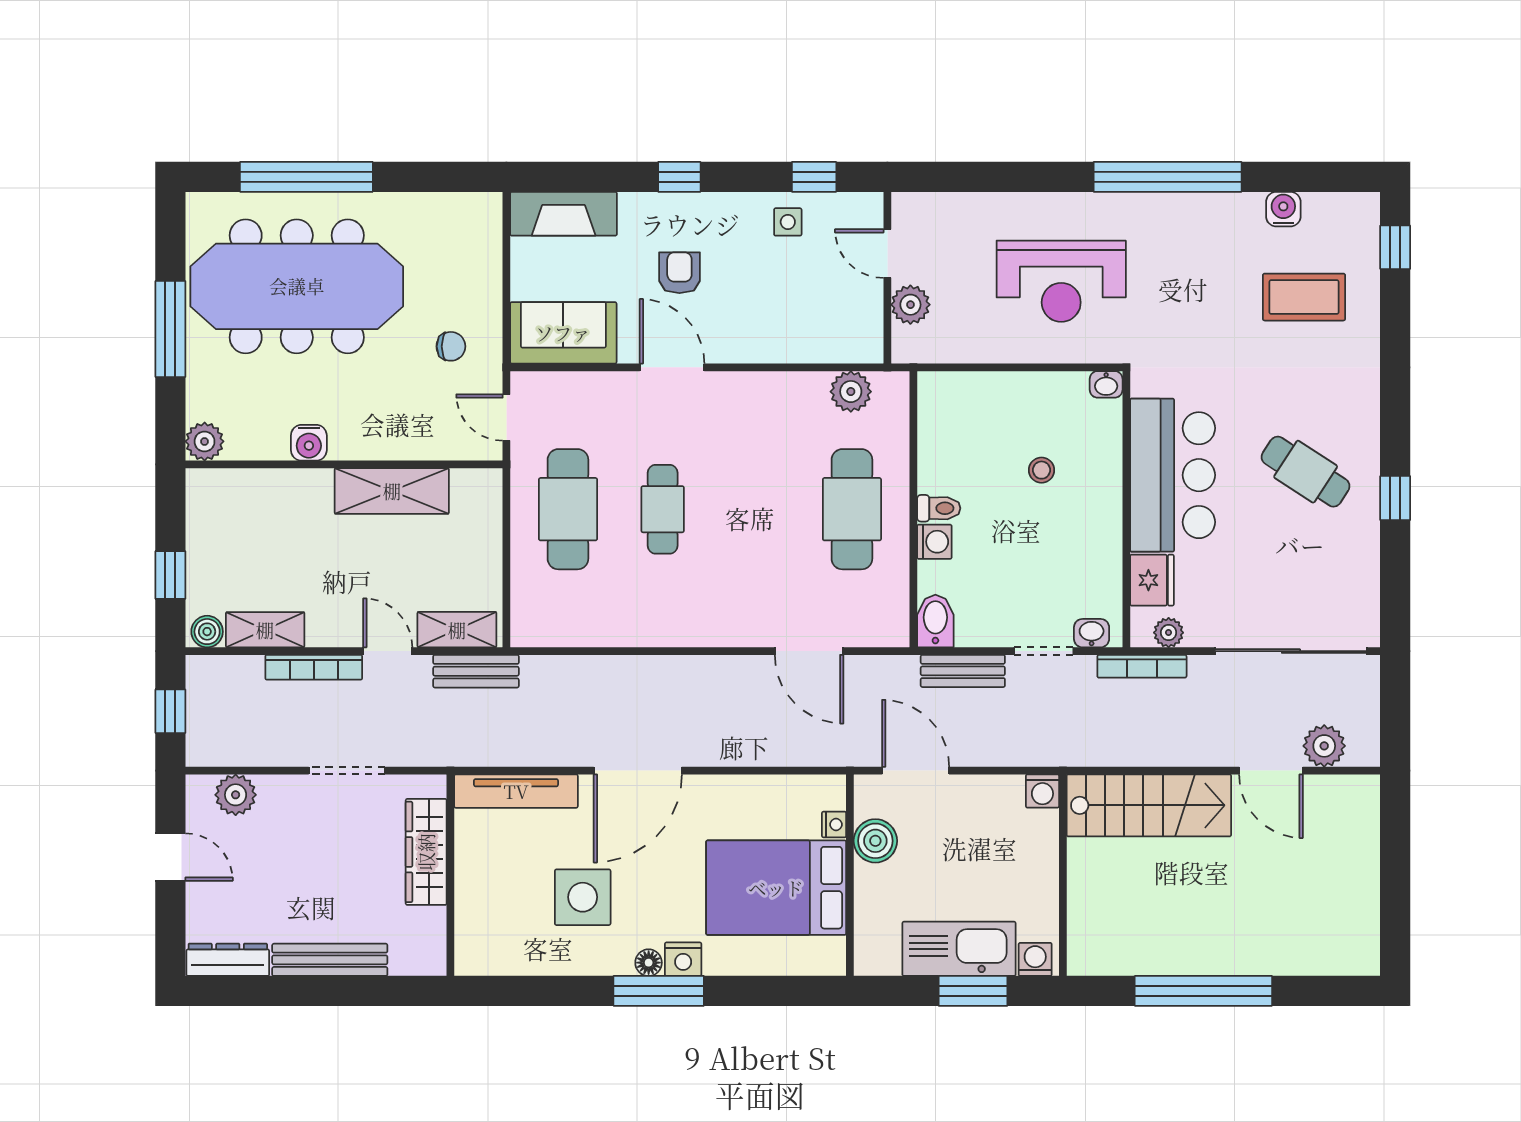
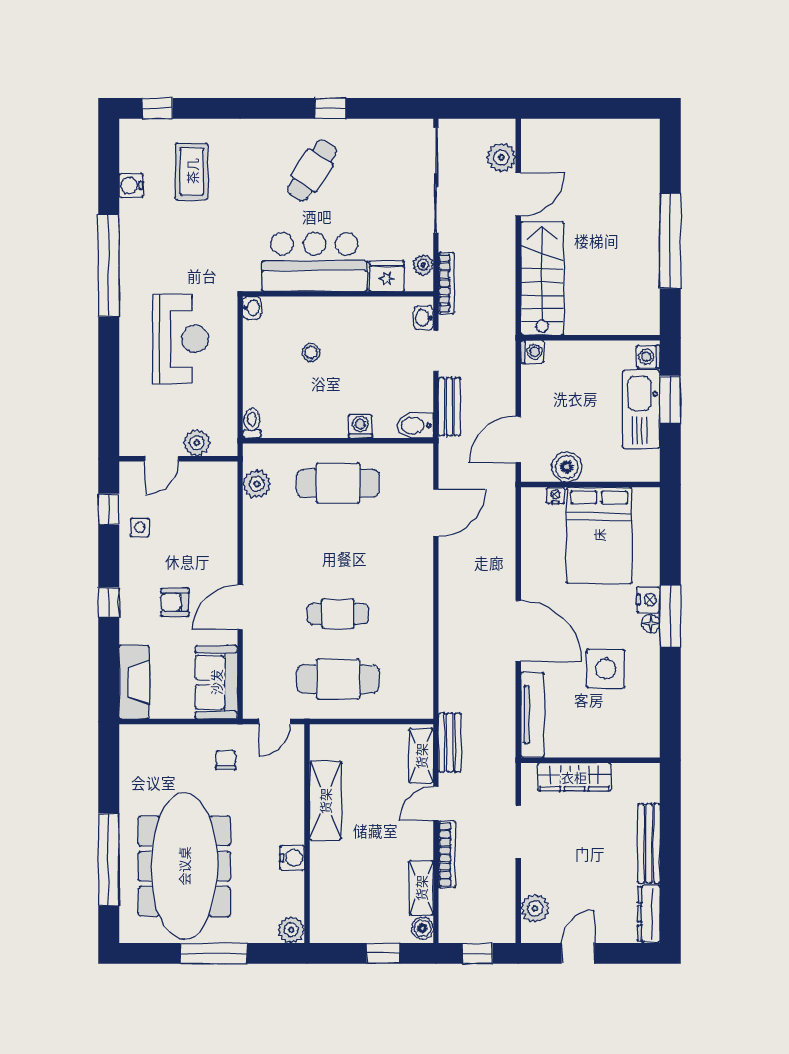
toilet: (939, 508) -> (252, 423), moved

